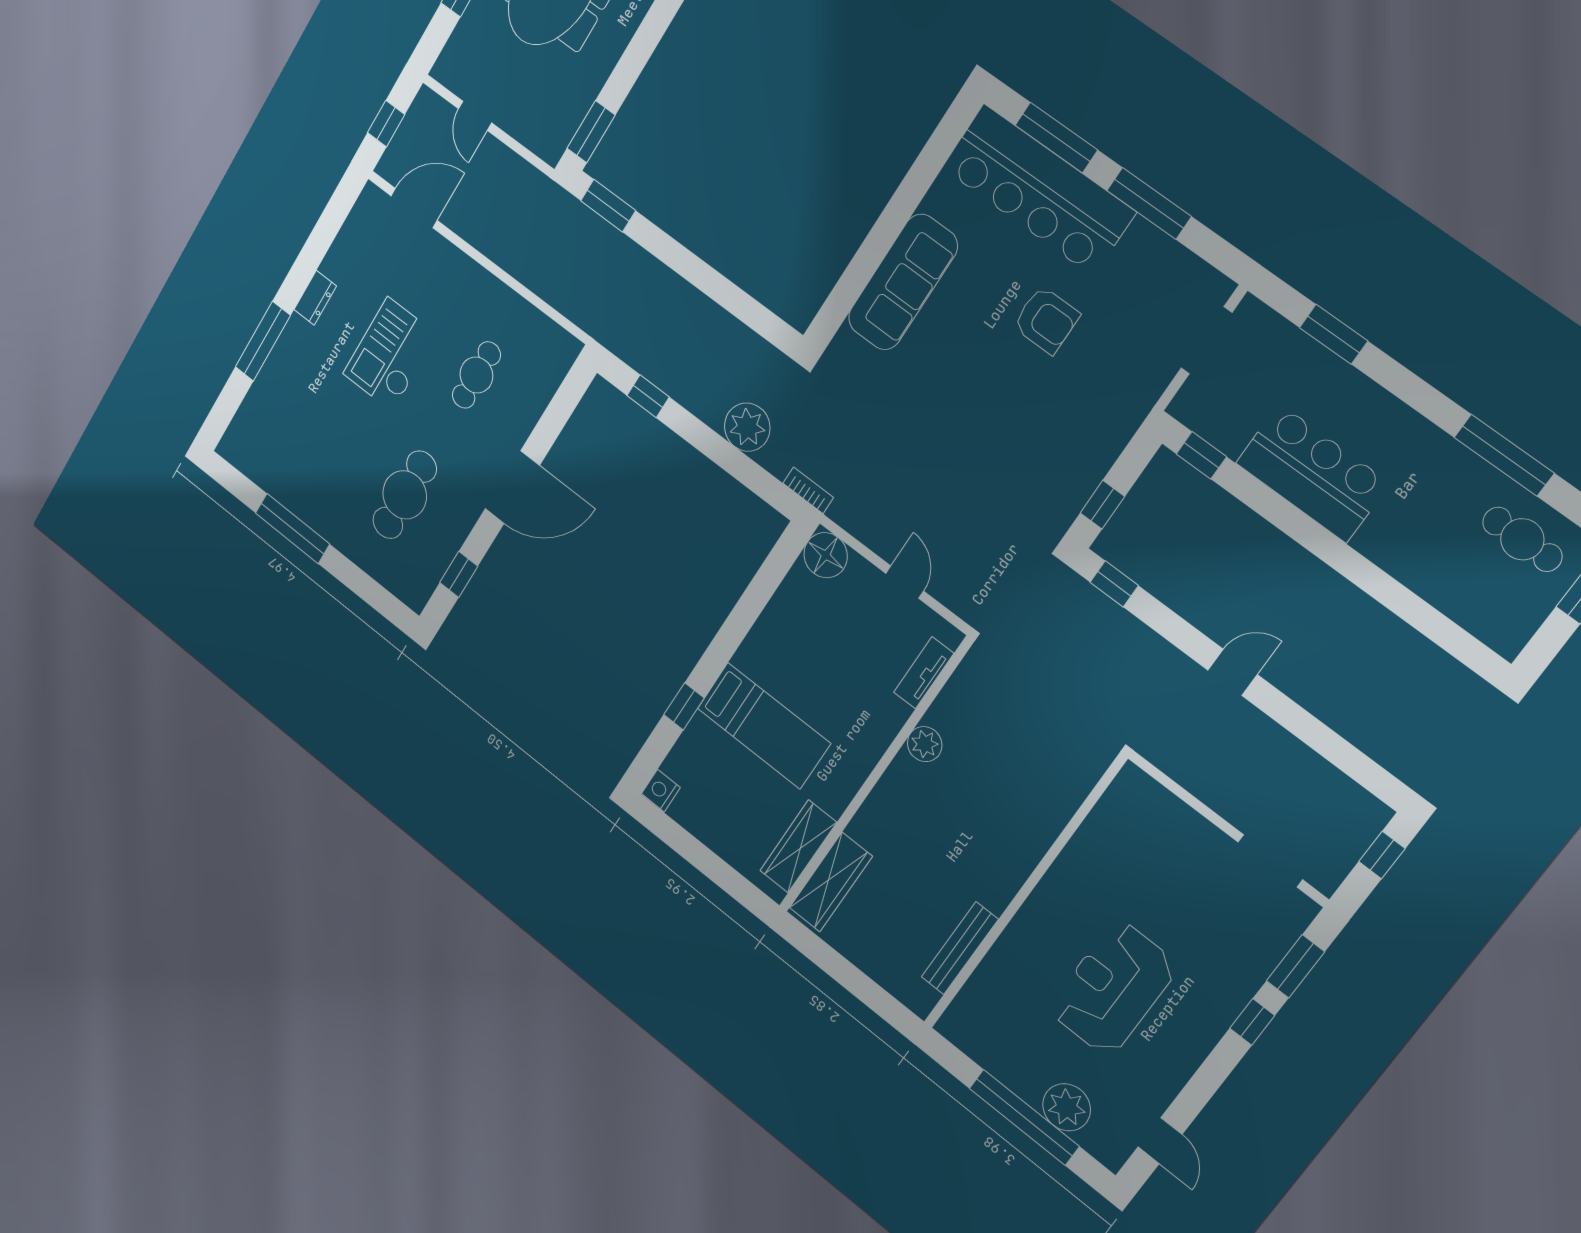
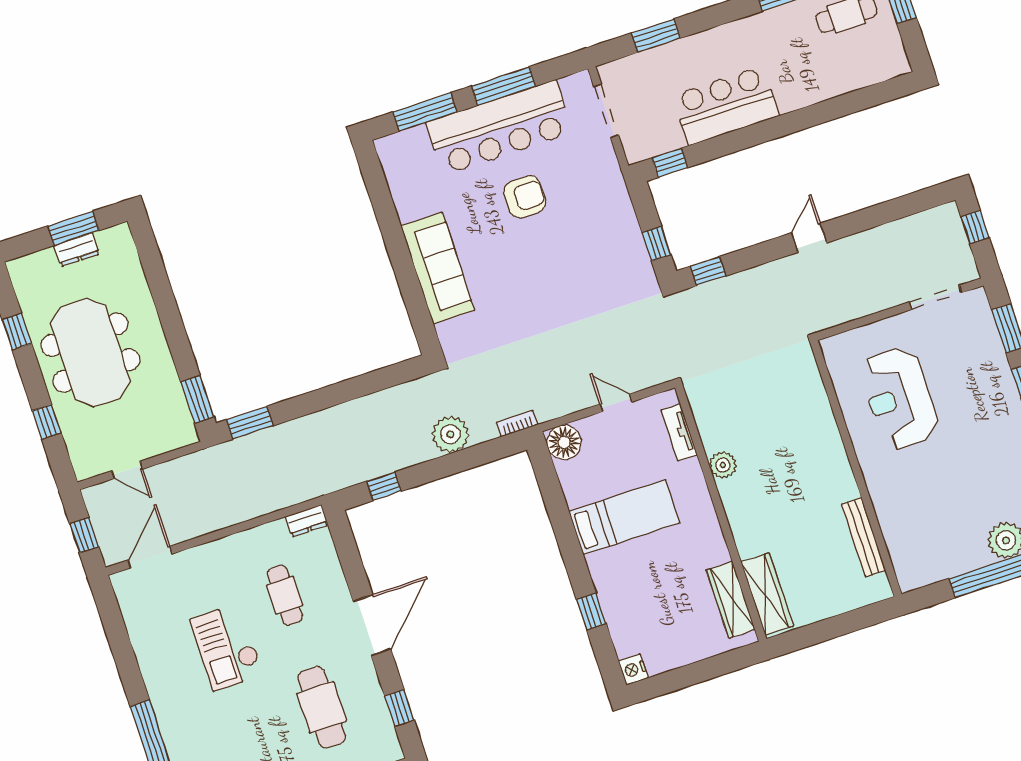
bar counter: (1038, 190) -> (499, 128), moved
dresser: (315, 298) -> (307, 521), moved, turned 90
bed: (764, 726) -> (624, 517), moved
reception desk: (1113, 988) -> (899, 398), moved

